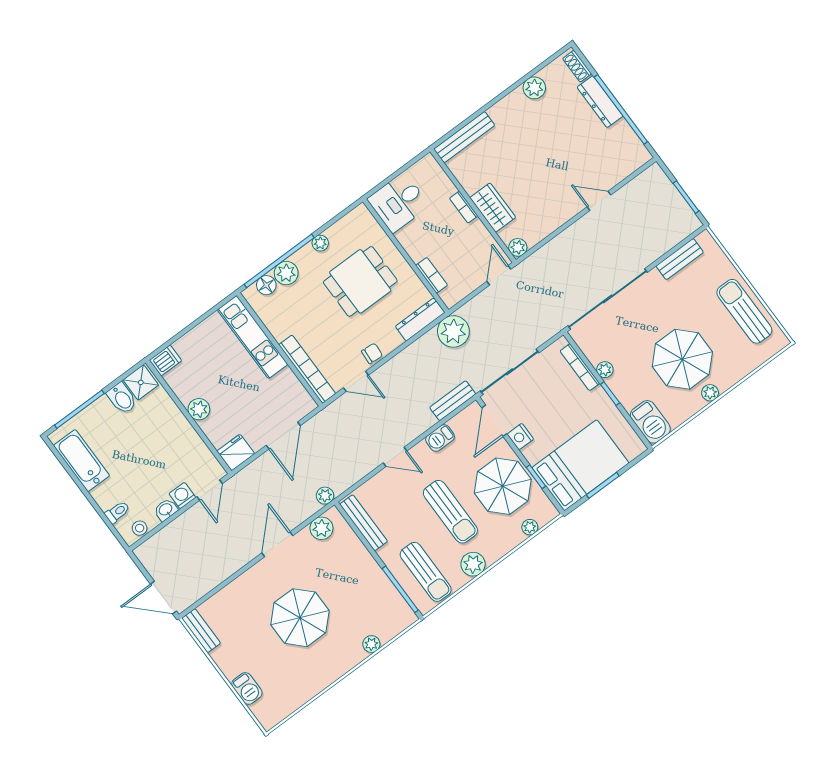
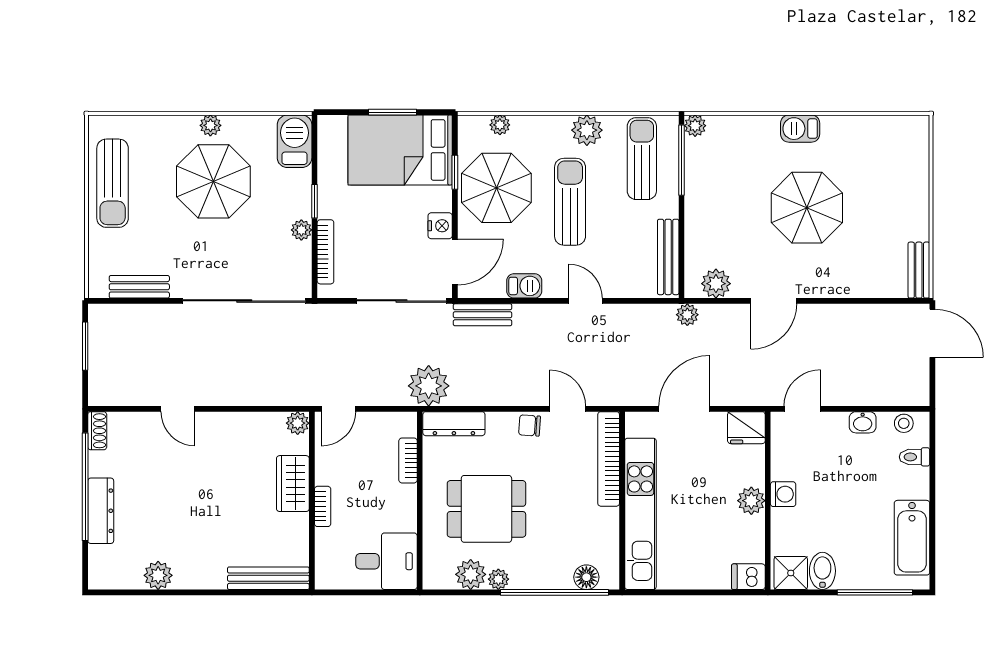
shoe rack: (577, 66) -> (97, 431), moved
plant: (286, 273) -> (471, 574), moved
kitchen unit: (253, 337) -> (640, 514), width x1.36
washing machine: (182, 496) -> (783, 494), moved, turned -90
plant: (371, 644) -> (695, 126), moved
barbecue: (247, 688) -> (800, 129), moved, turned -90

